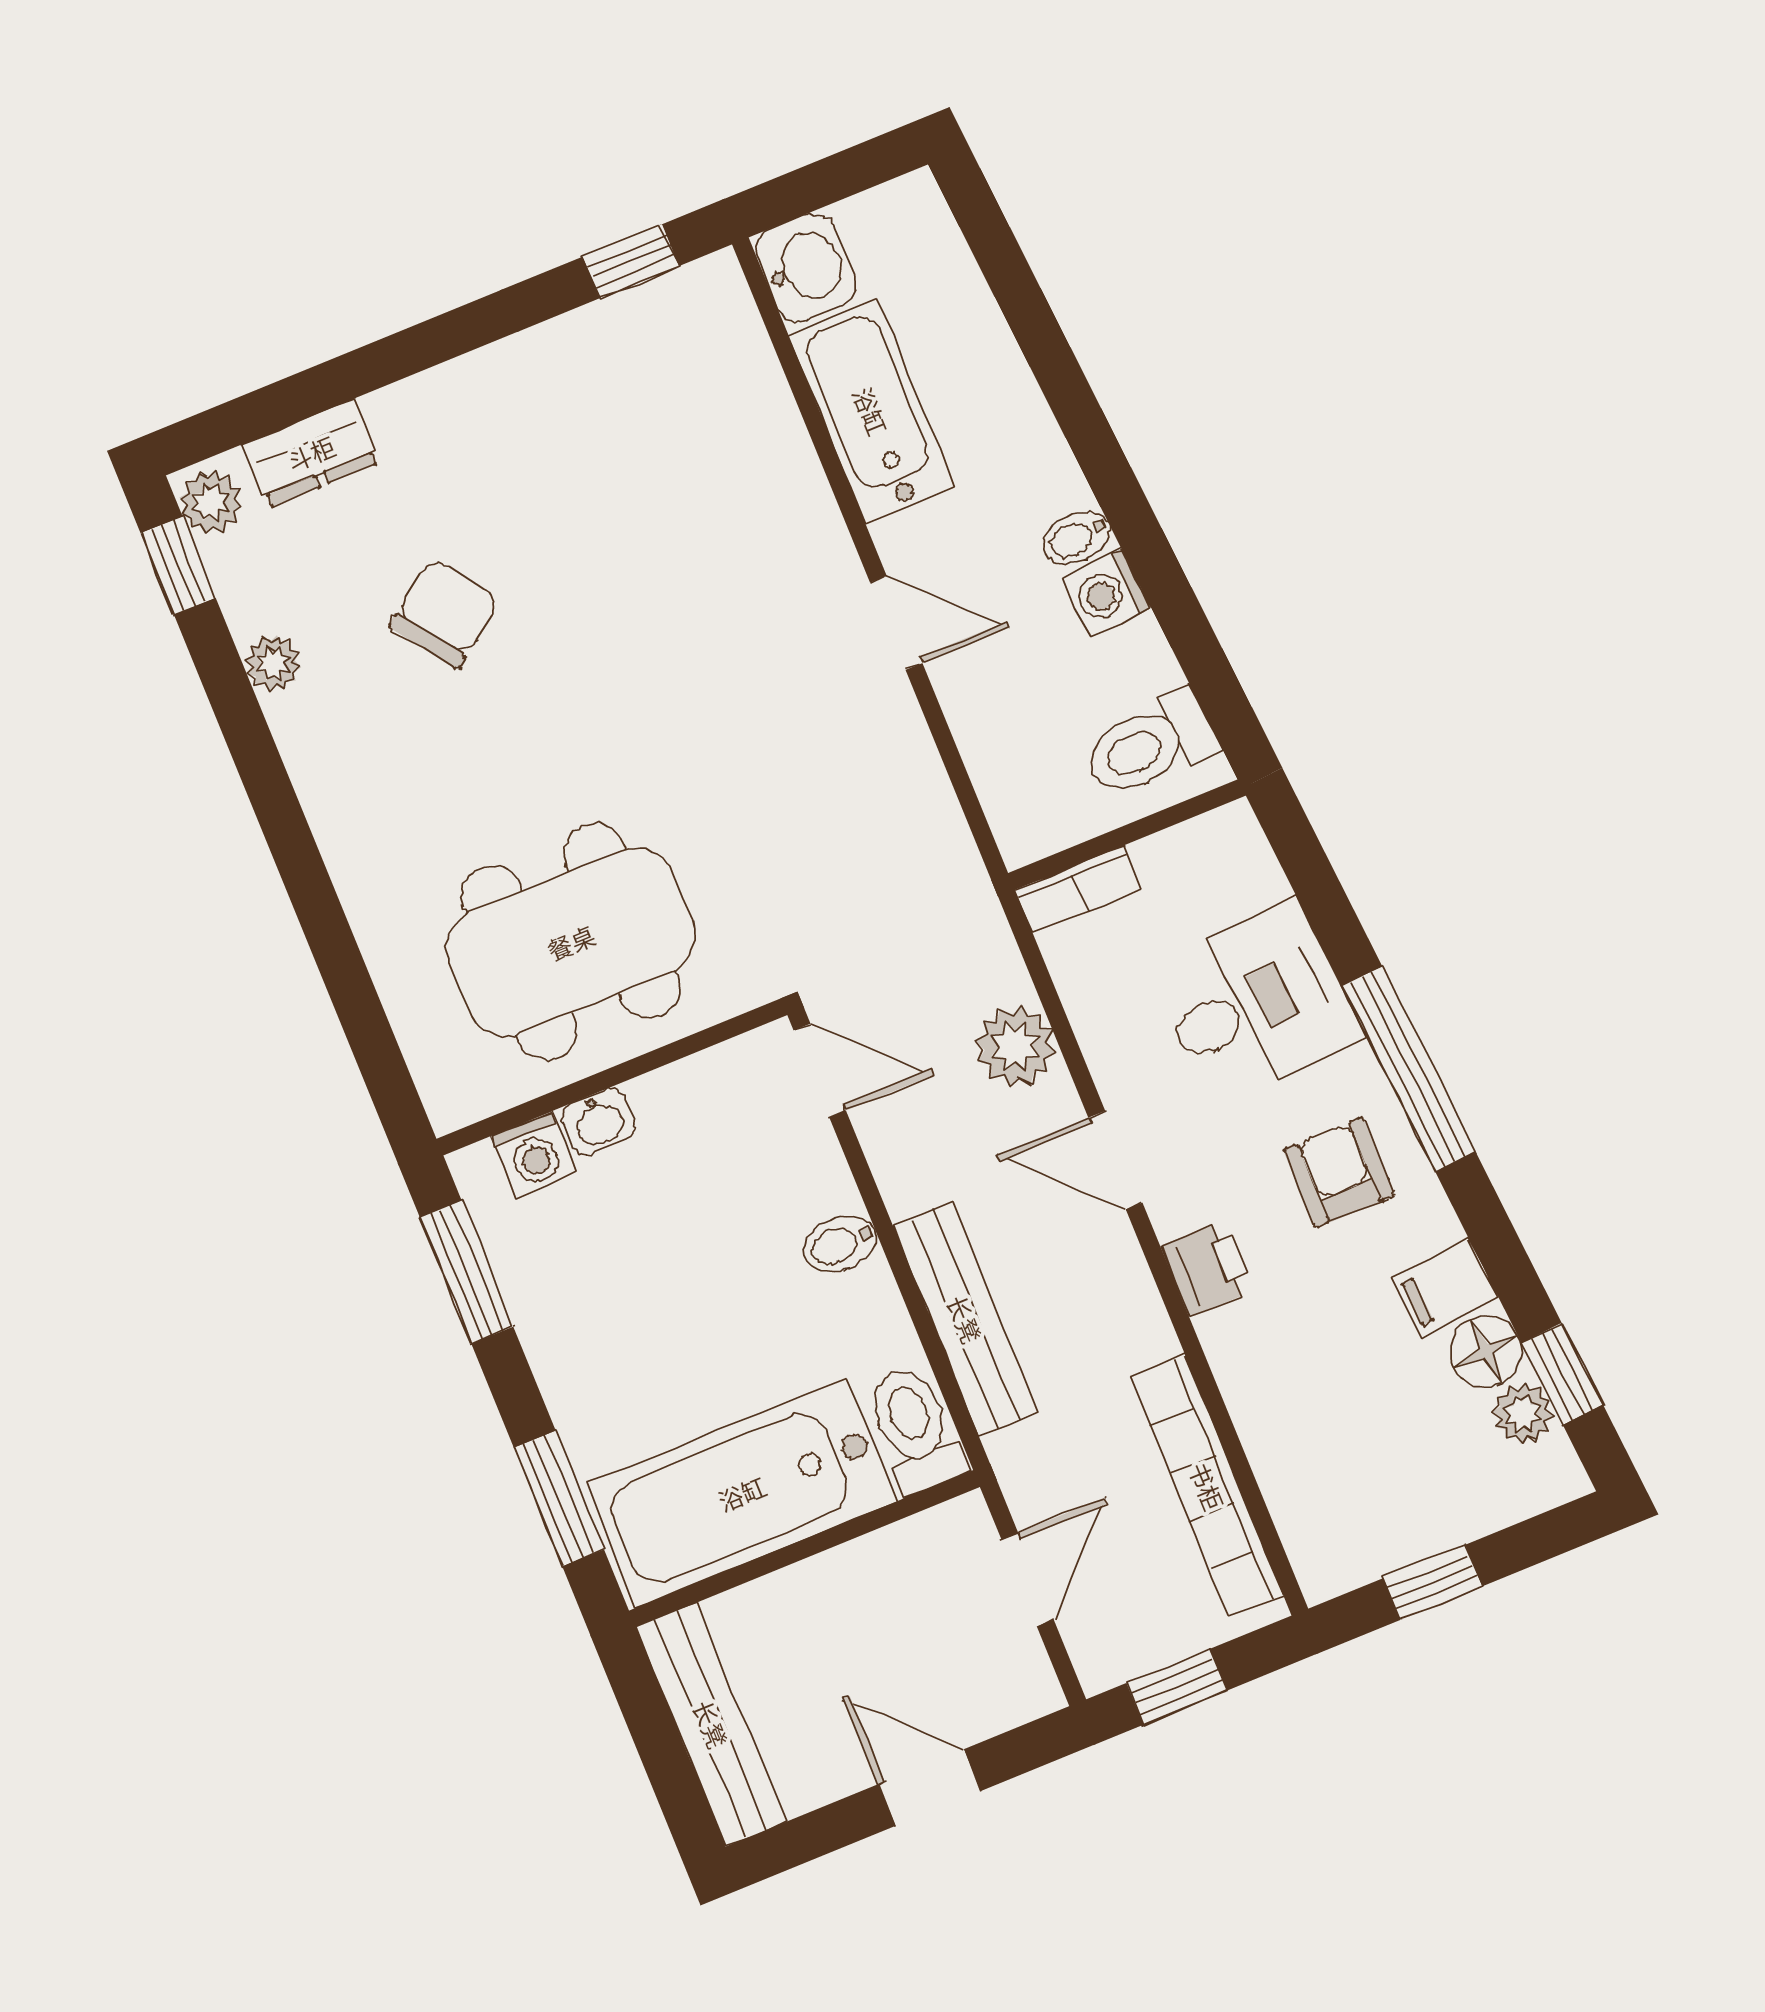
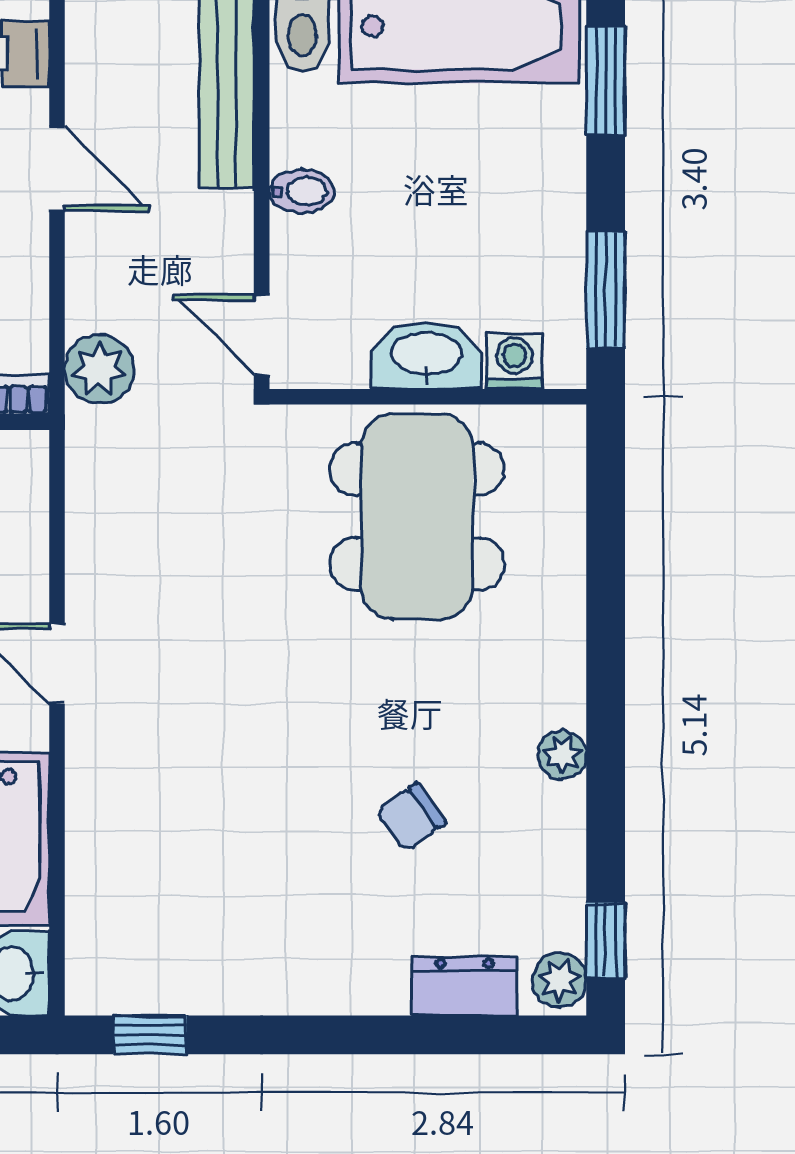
chair: (444, 613) -> (411, 817), width x0.73, depth x0.73
plant: (273, 663) -> (562, 755), moved
dining table: (571, 942) -> (417, 516), turned 90
plant: (1015, 1046) -> (99, 369), moved
washbasin: (599, 1122) -> (426, 355), width x1.91, depth x1.45

